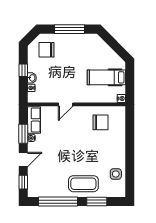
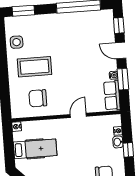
door: (23, 159) -> (121, 51), hinge flipped
coffee table: (83, 184) -> (34, 67), moved
window: (97, 202) -> (23, 11), moved

